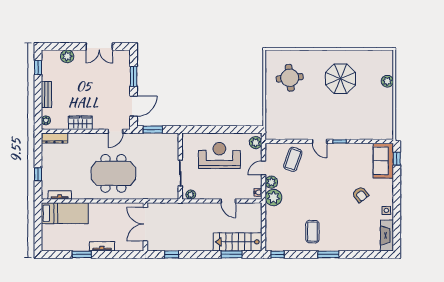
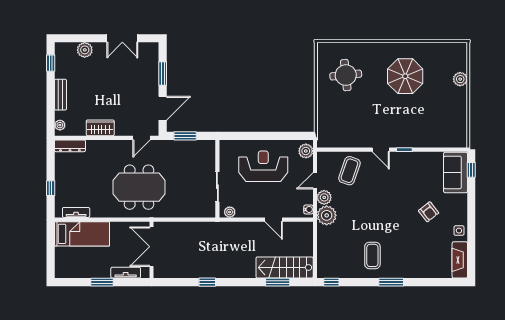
double door: (145, 224) -> (151, 247), moved
wall: (145, 227) -> (151, 250), moved

